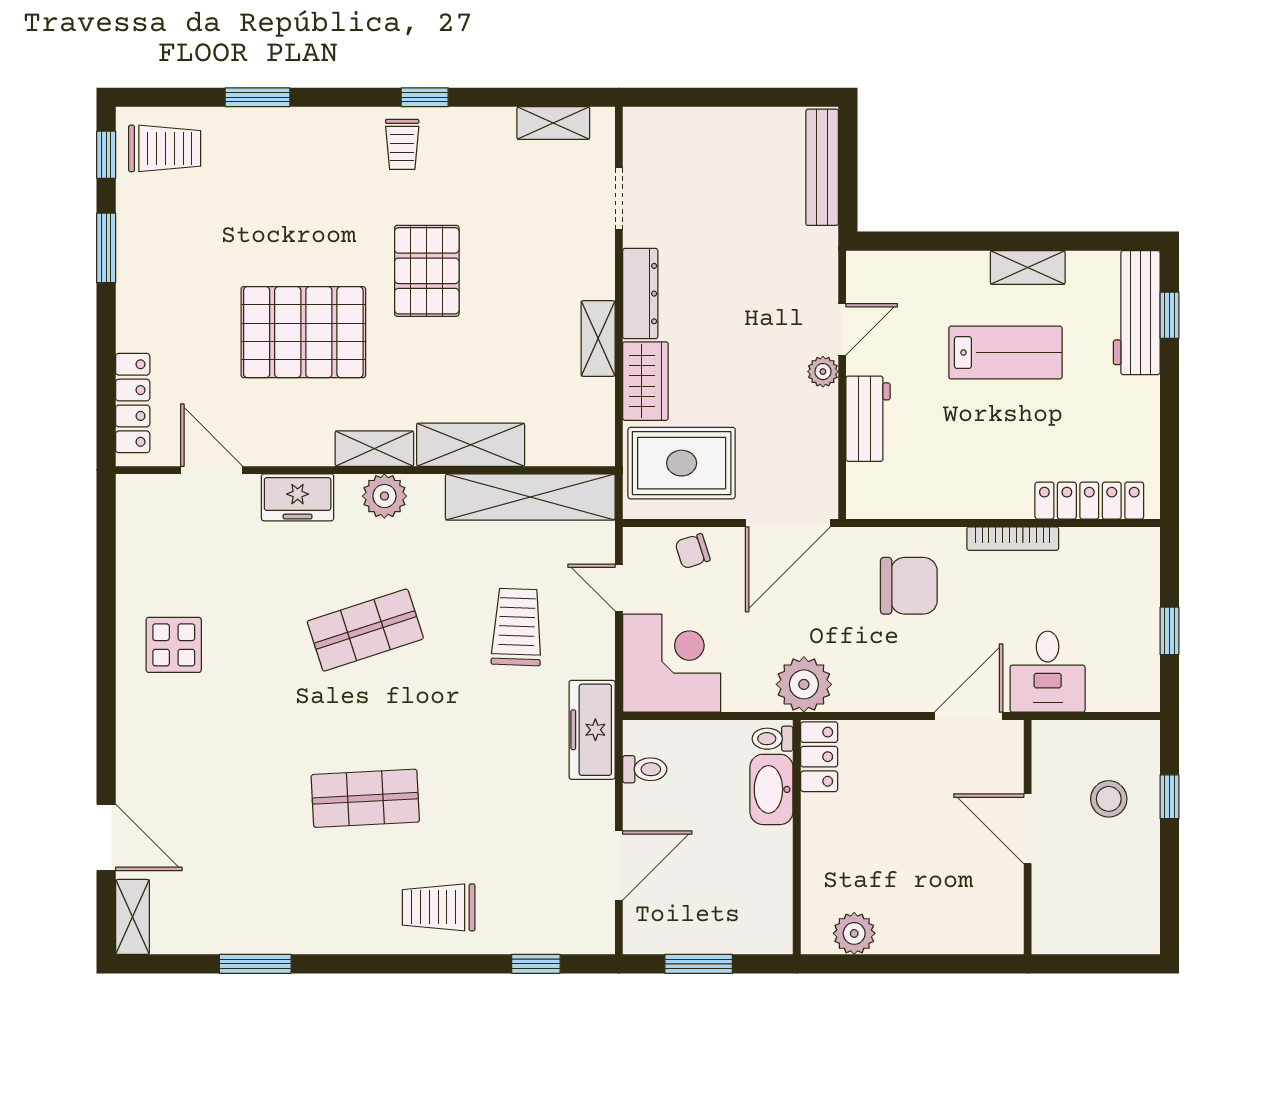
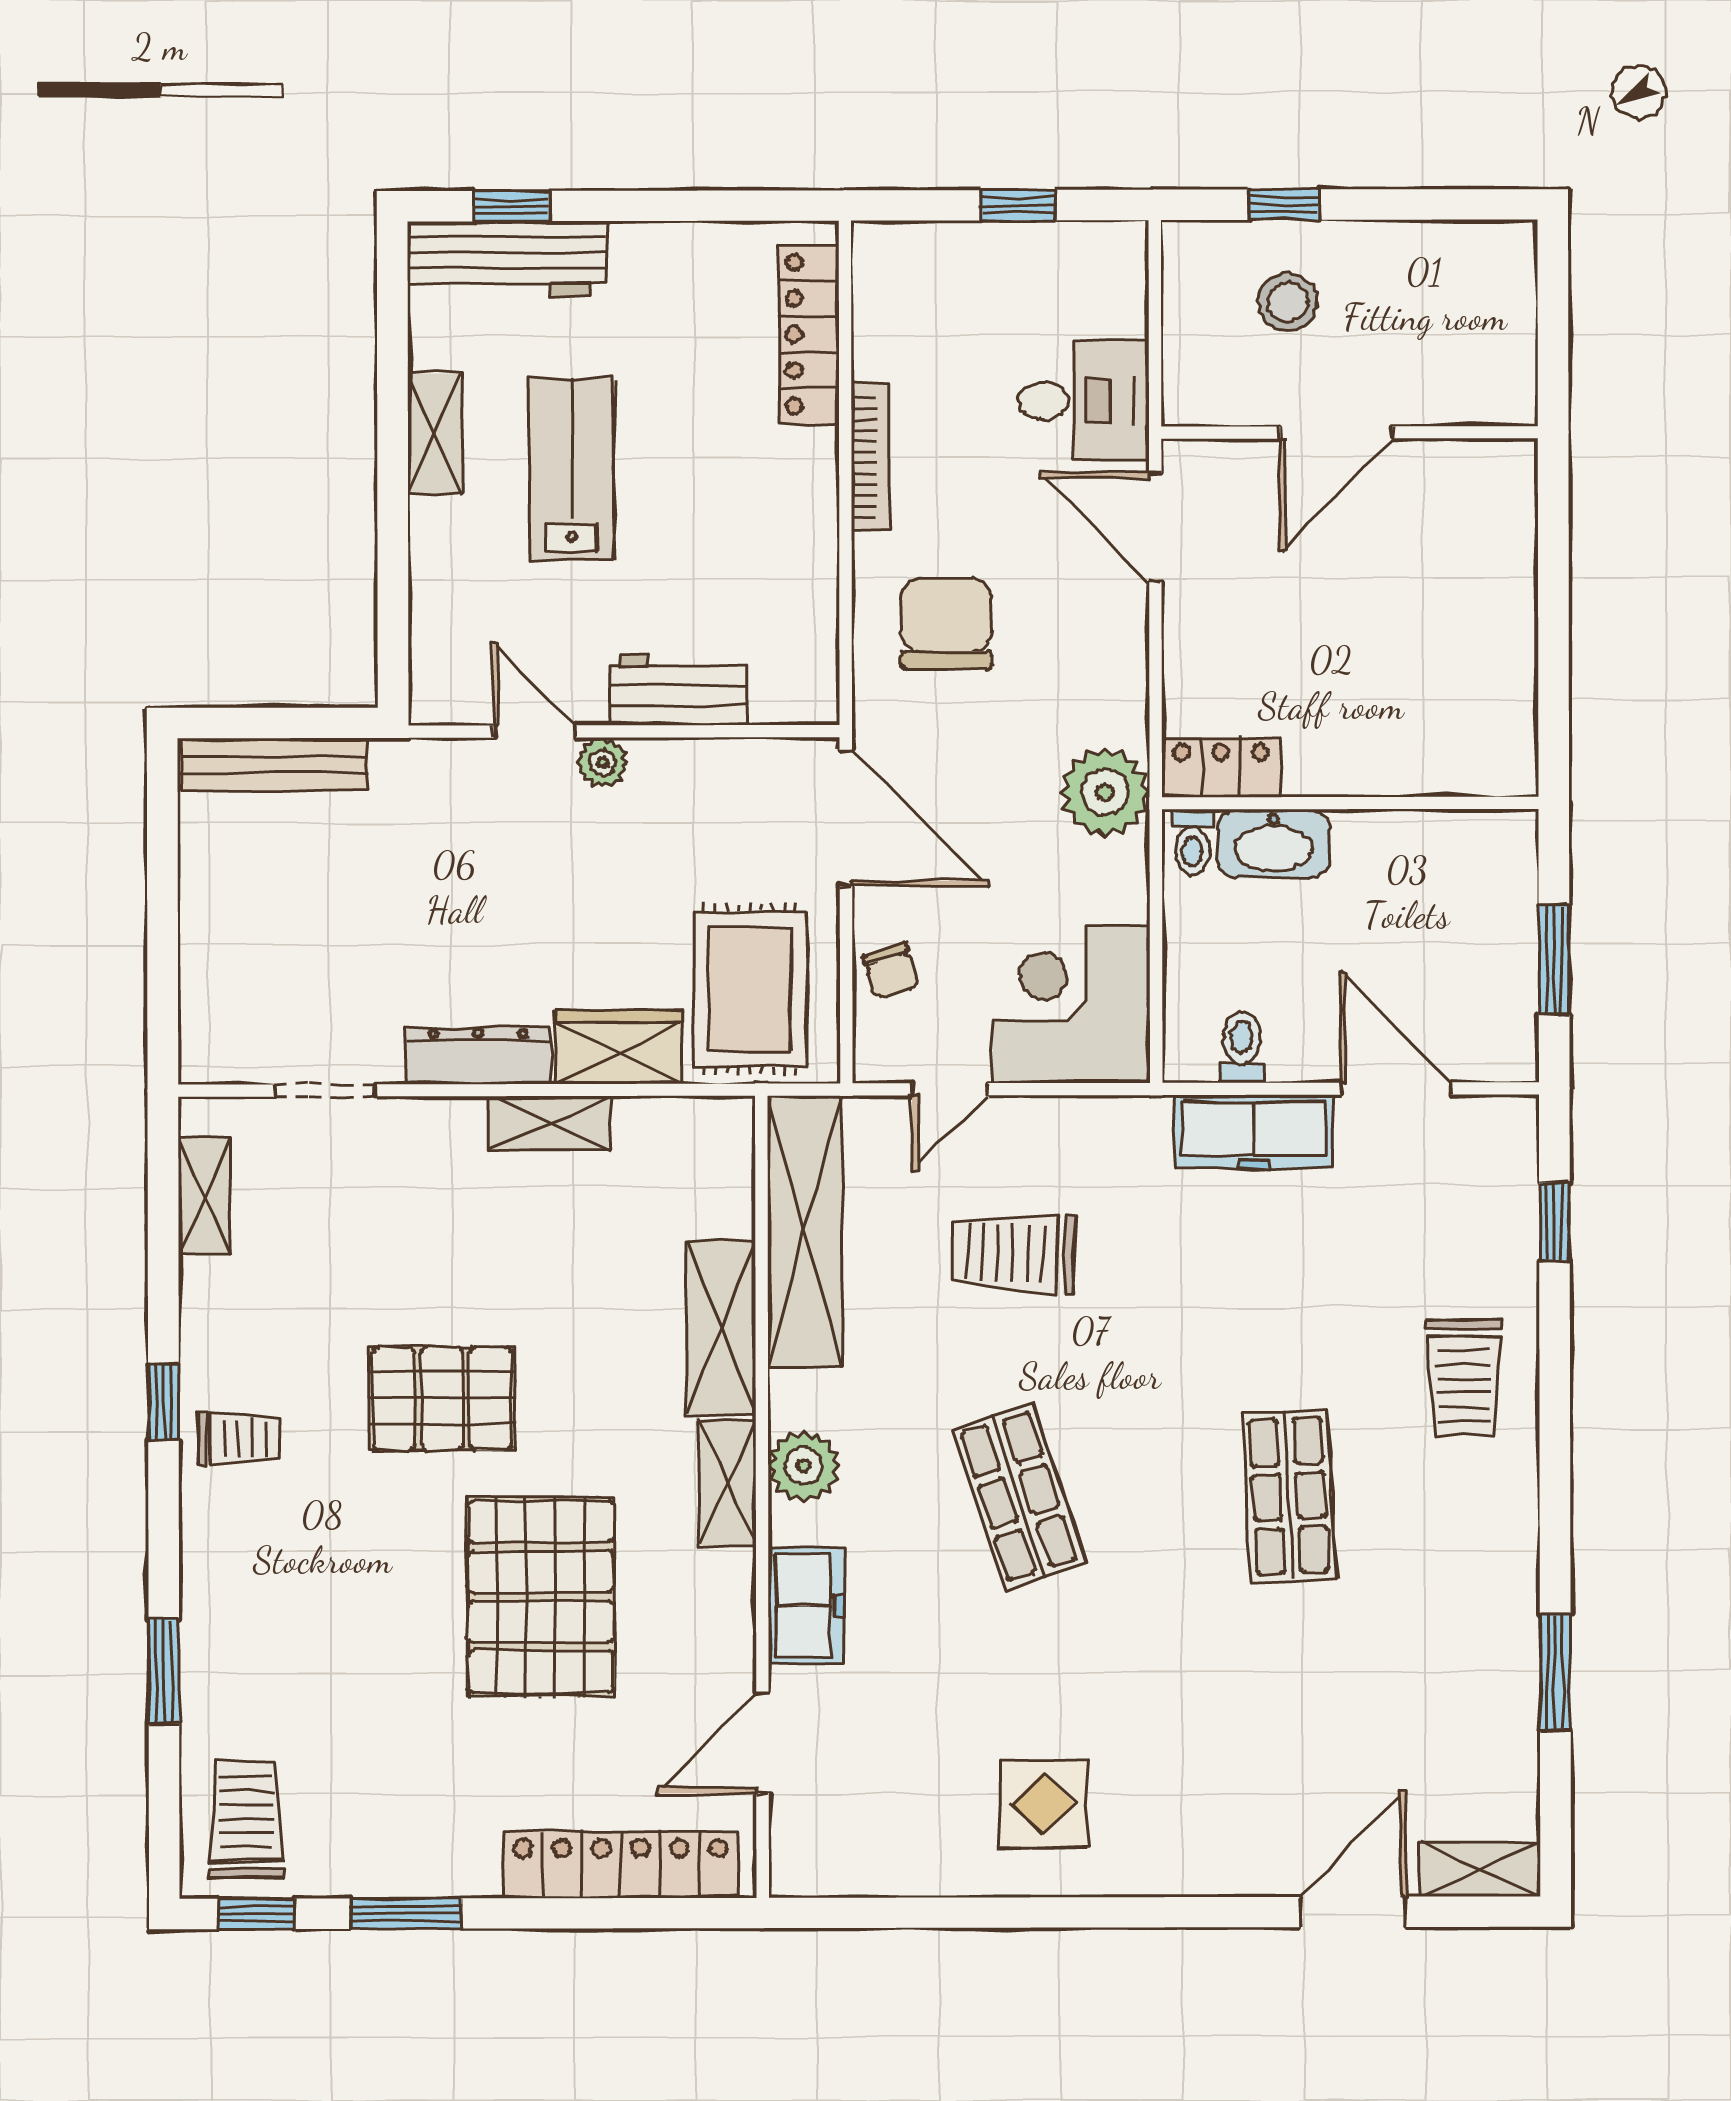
locker: (133, 403) -> (621, 1865), width x1.41, depth x1.21
freezer: (592, 730) -> (1254, 1132), moved
plant: (854, 933) -> (1505, 711), removed

